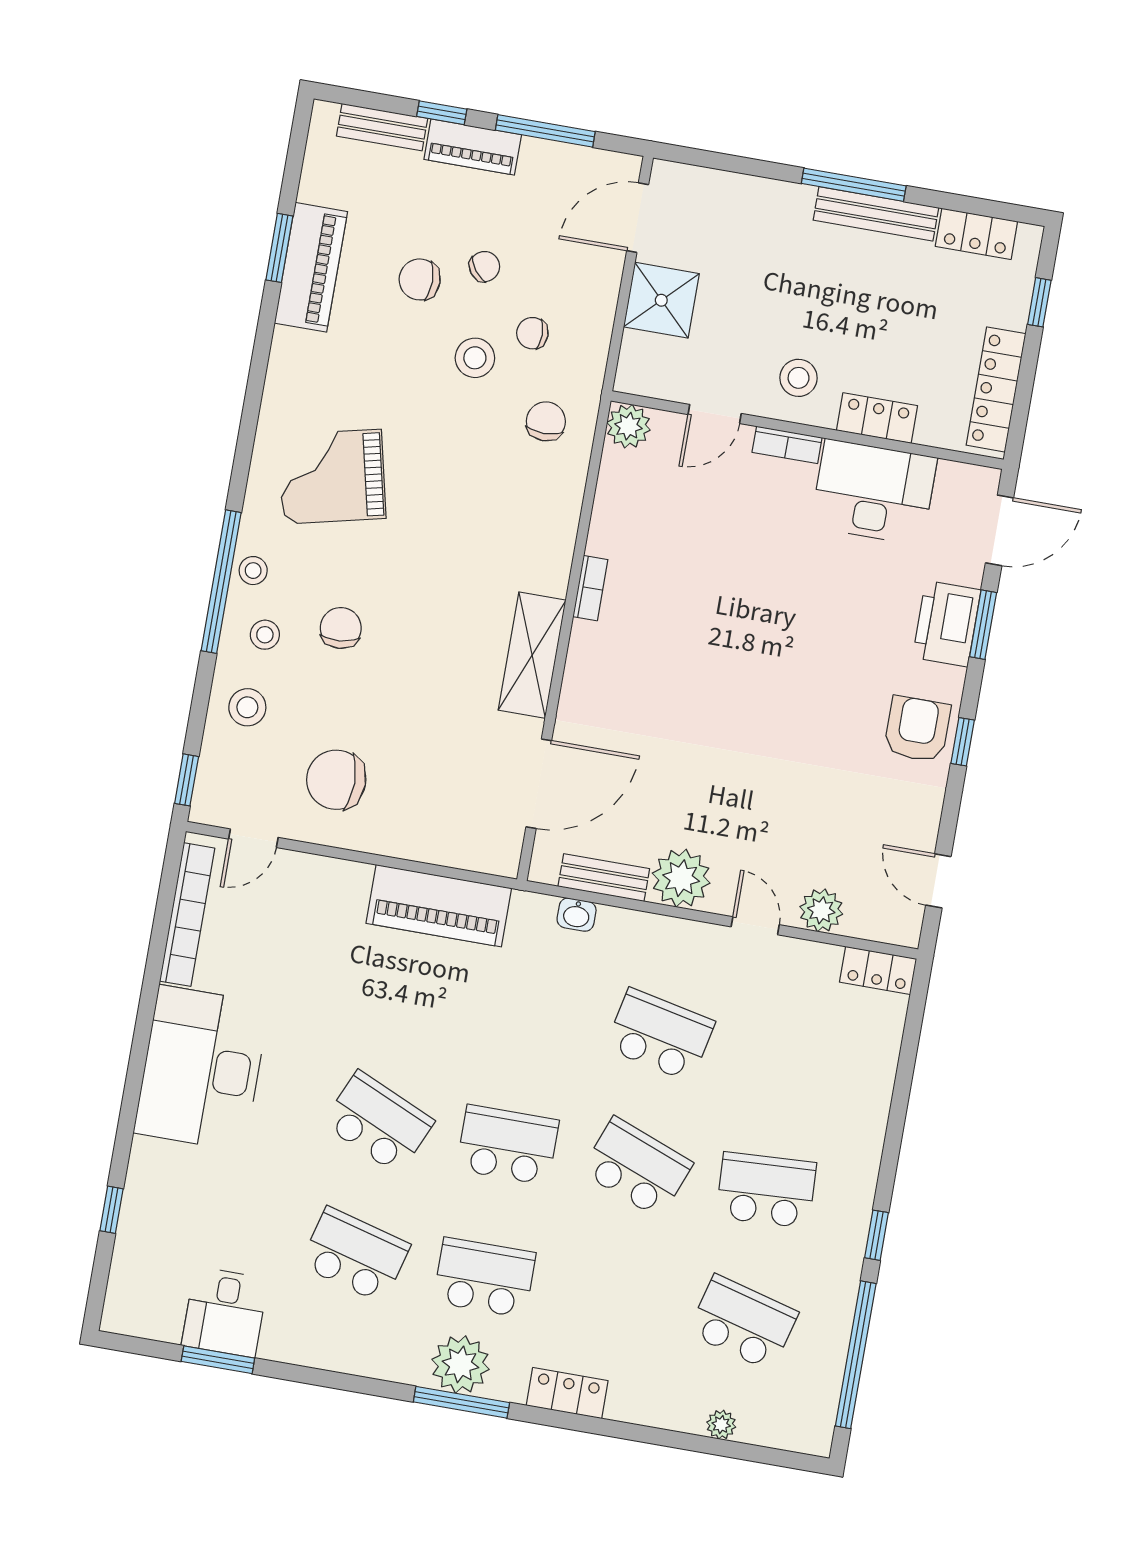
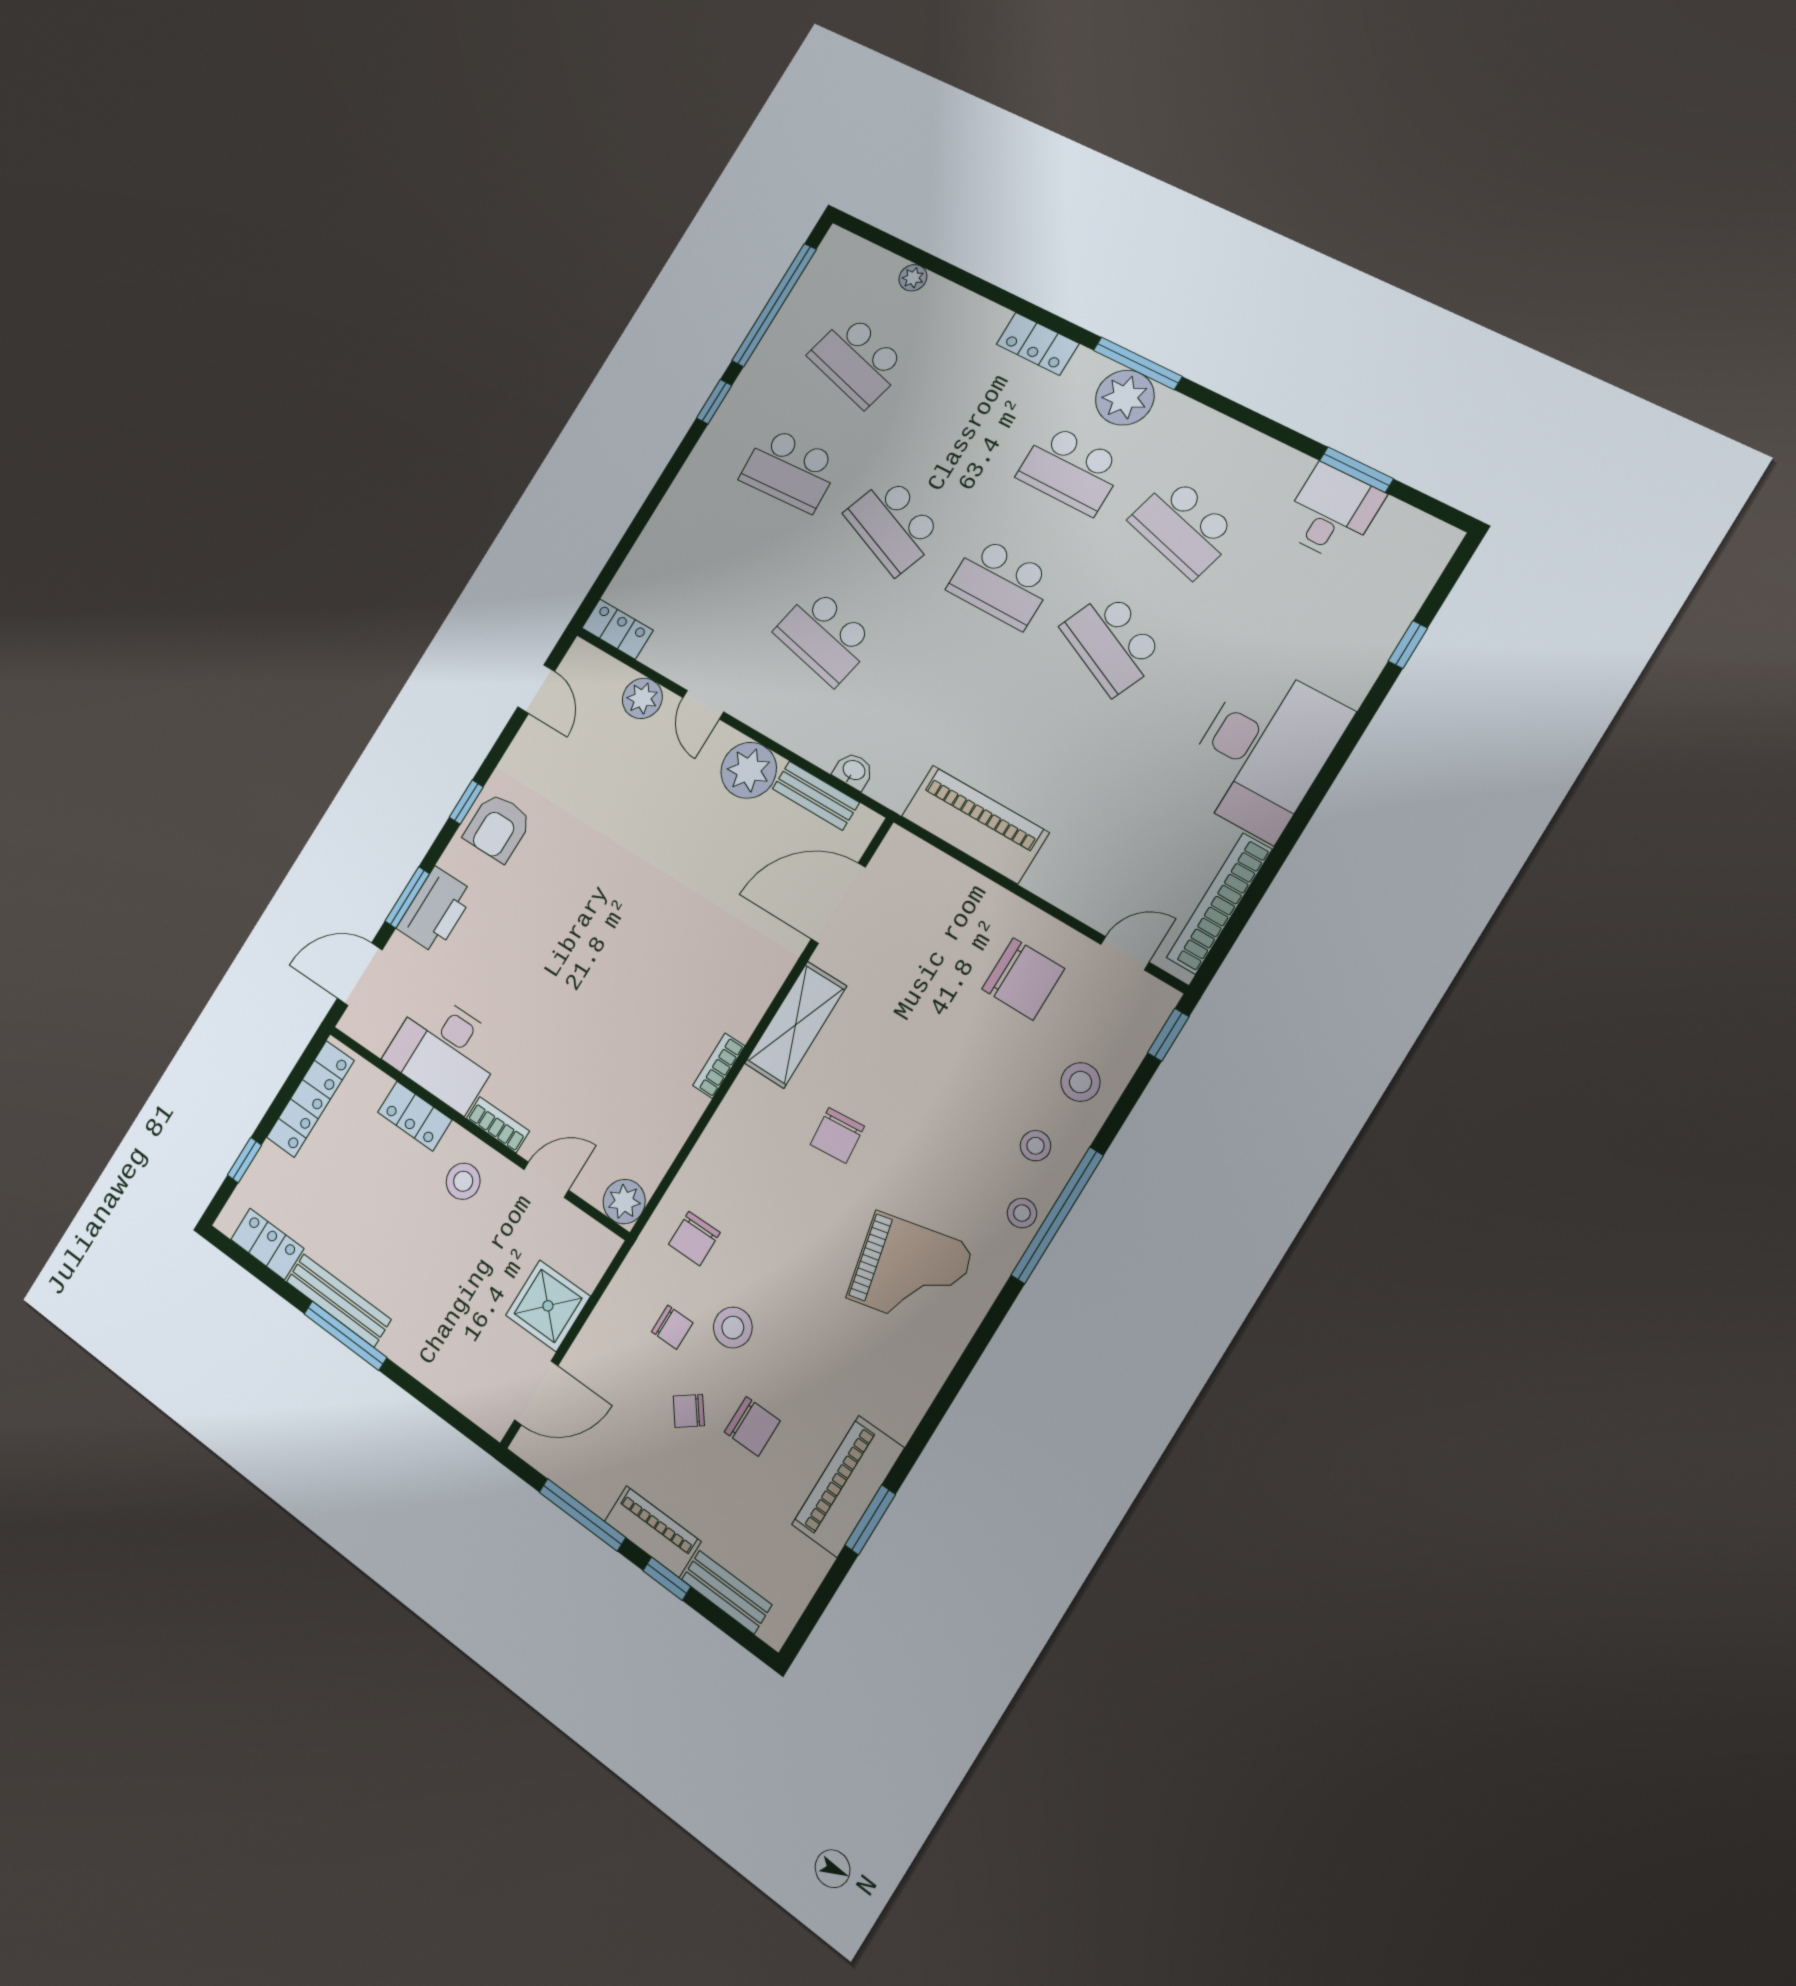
chair: (341, 628) -> (837, 1135), moved

